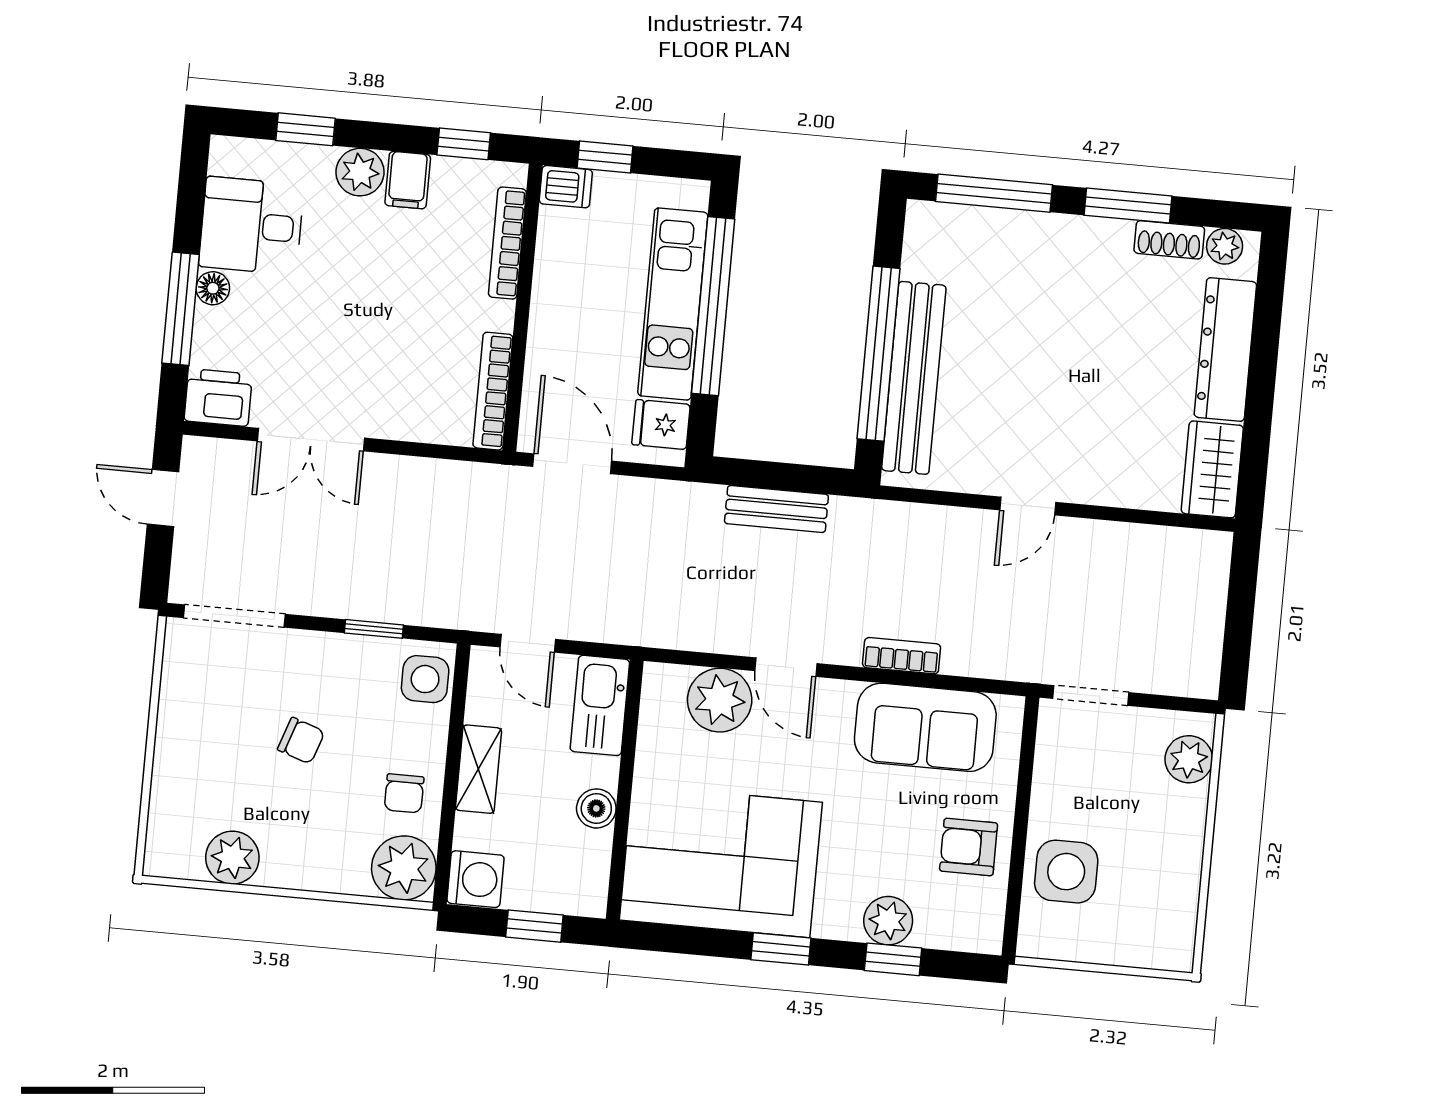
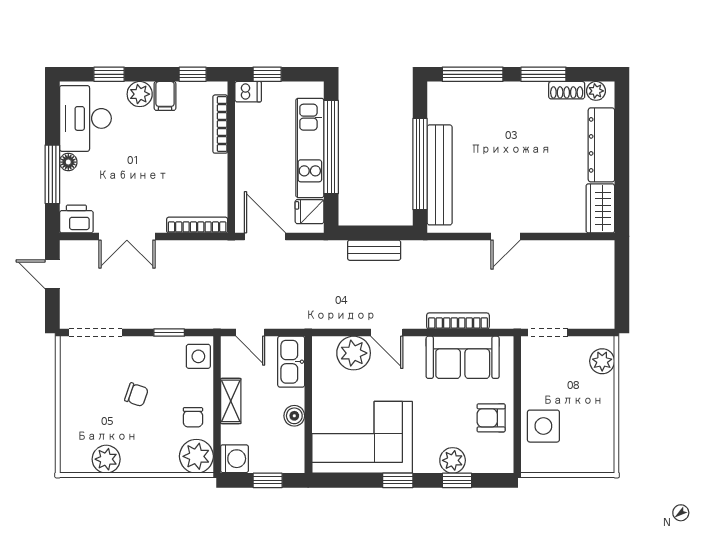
desk: (251, 226) -> (85, 118), width x1.37
bookcase: (493, 391) -> (197, 225), moved, turned 90
bookcase: (902, 656) -> (458, 321), width x1.56

